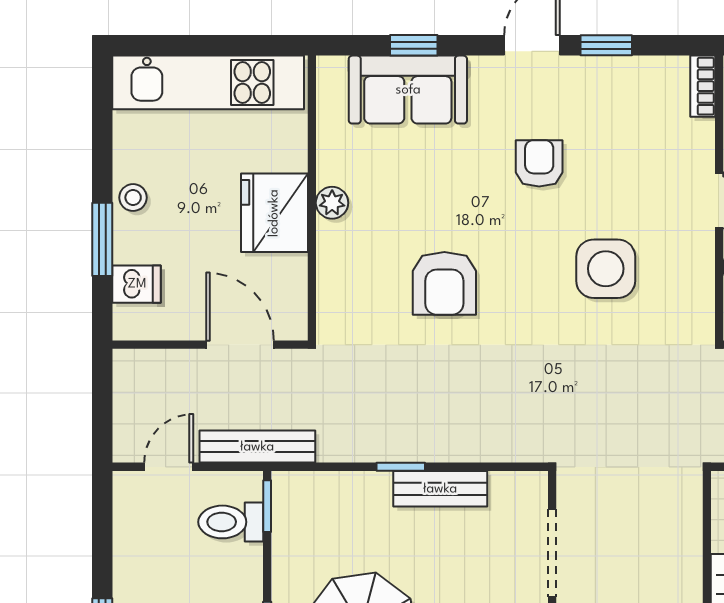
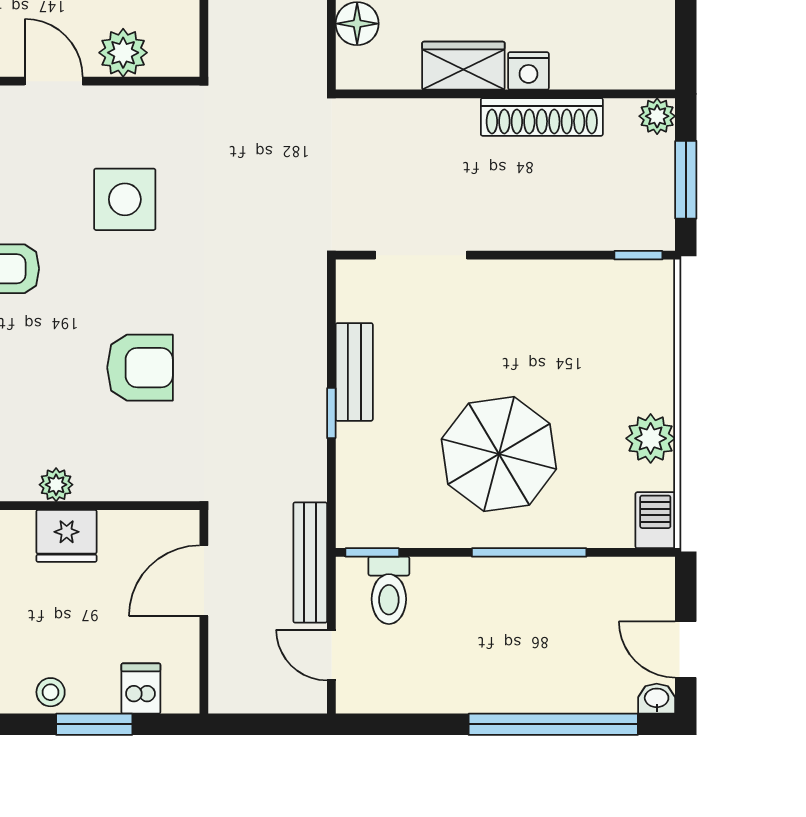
fridge: (274, 213) -> (67, 536), width x0.73, depth x0.75

